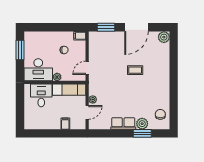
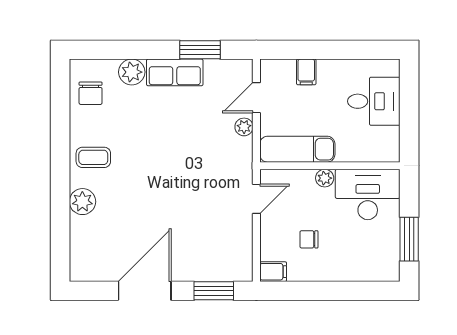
plant: (164, 37) -> (82, 202), moved
coffee table: (135, 70) -> (93, 157), moved
desk: (41, 95) -> (374, 101), moved, turned -90
window: (142, 133) -> (200, 50), moved

